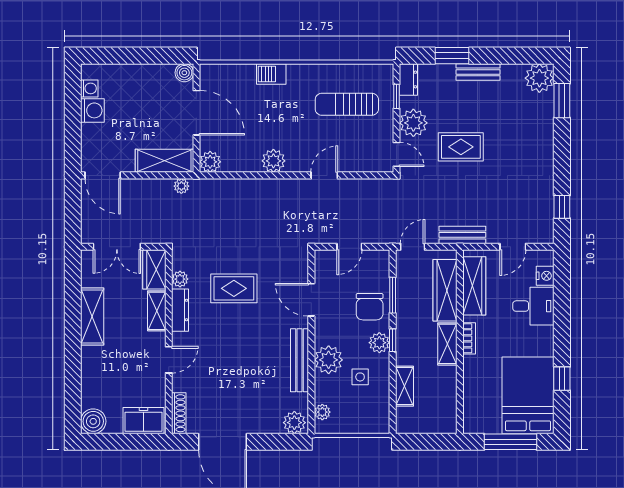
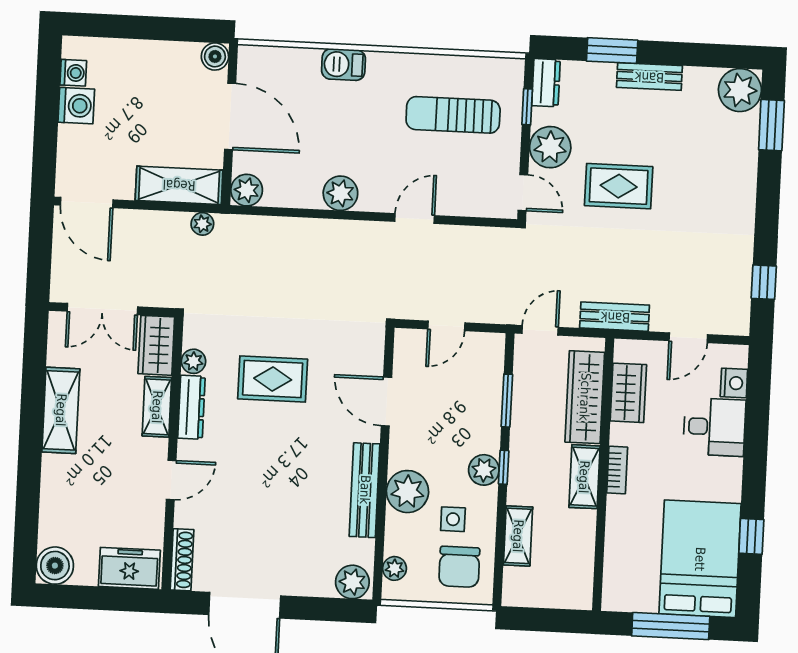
wardrobe: (474, 286) -> (628, 393), width x0.67
chair: (370, 307) -> (459, 567), moved

